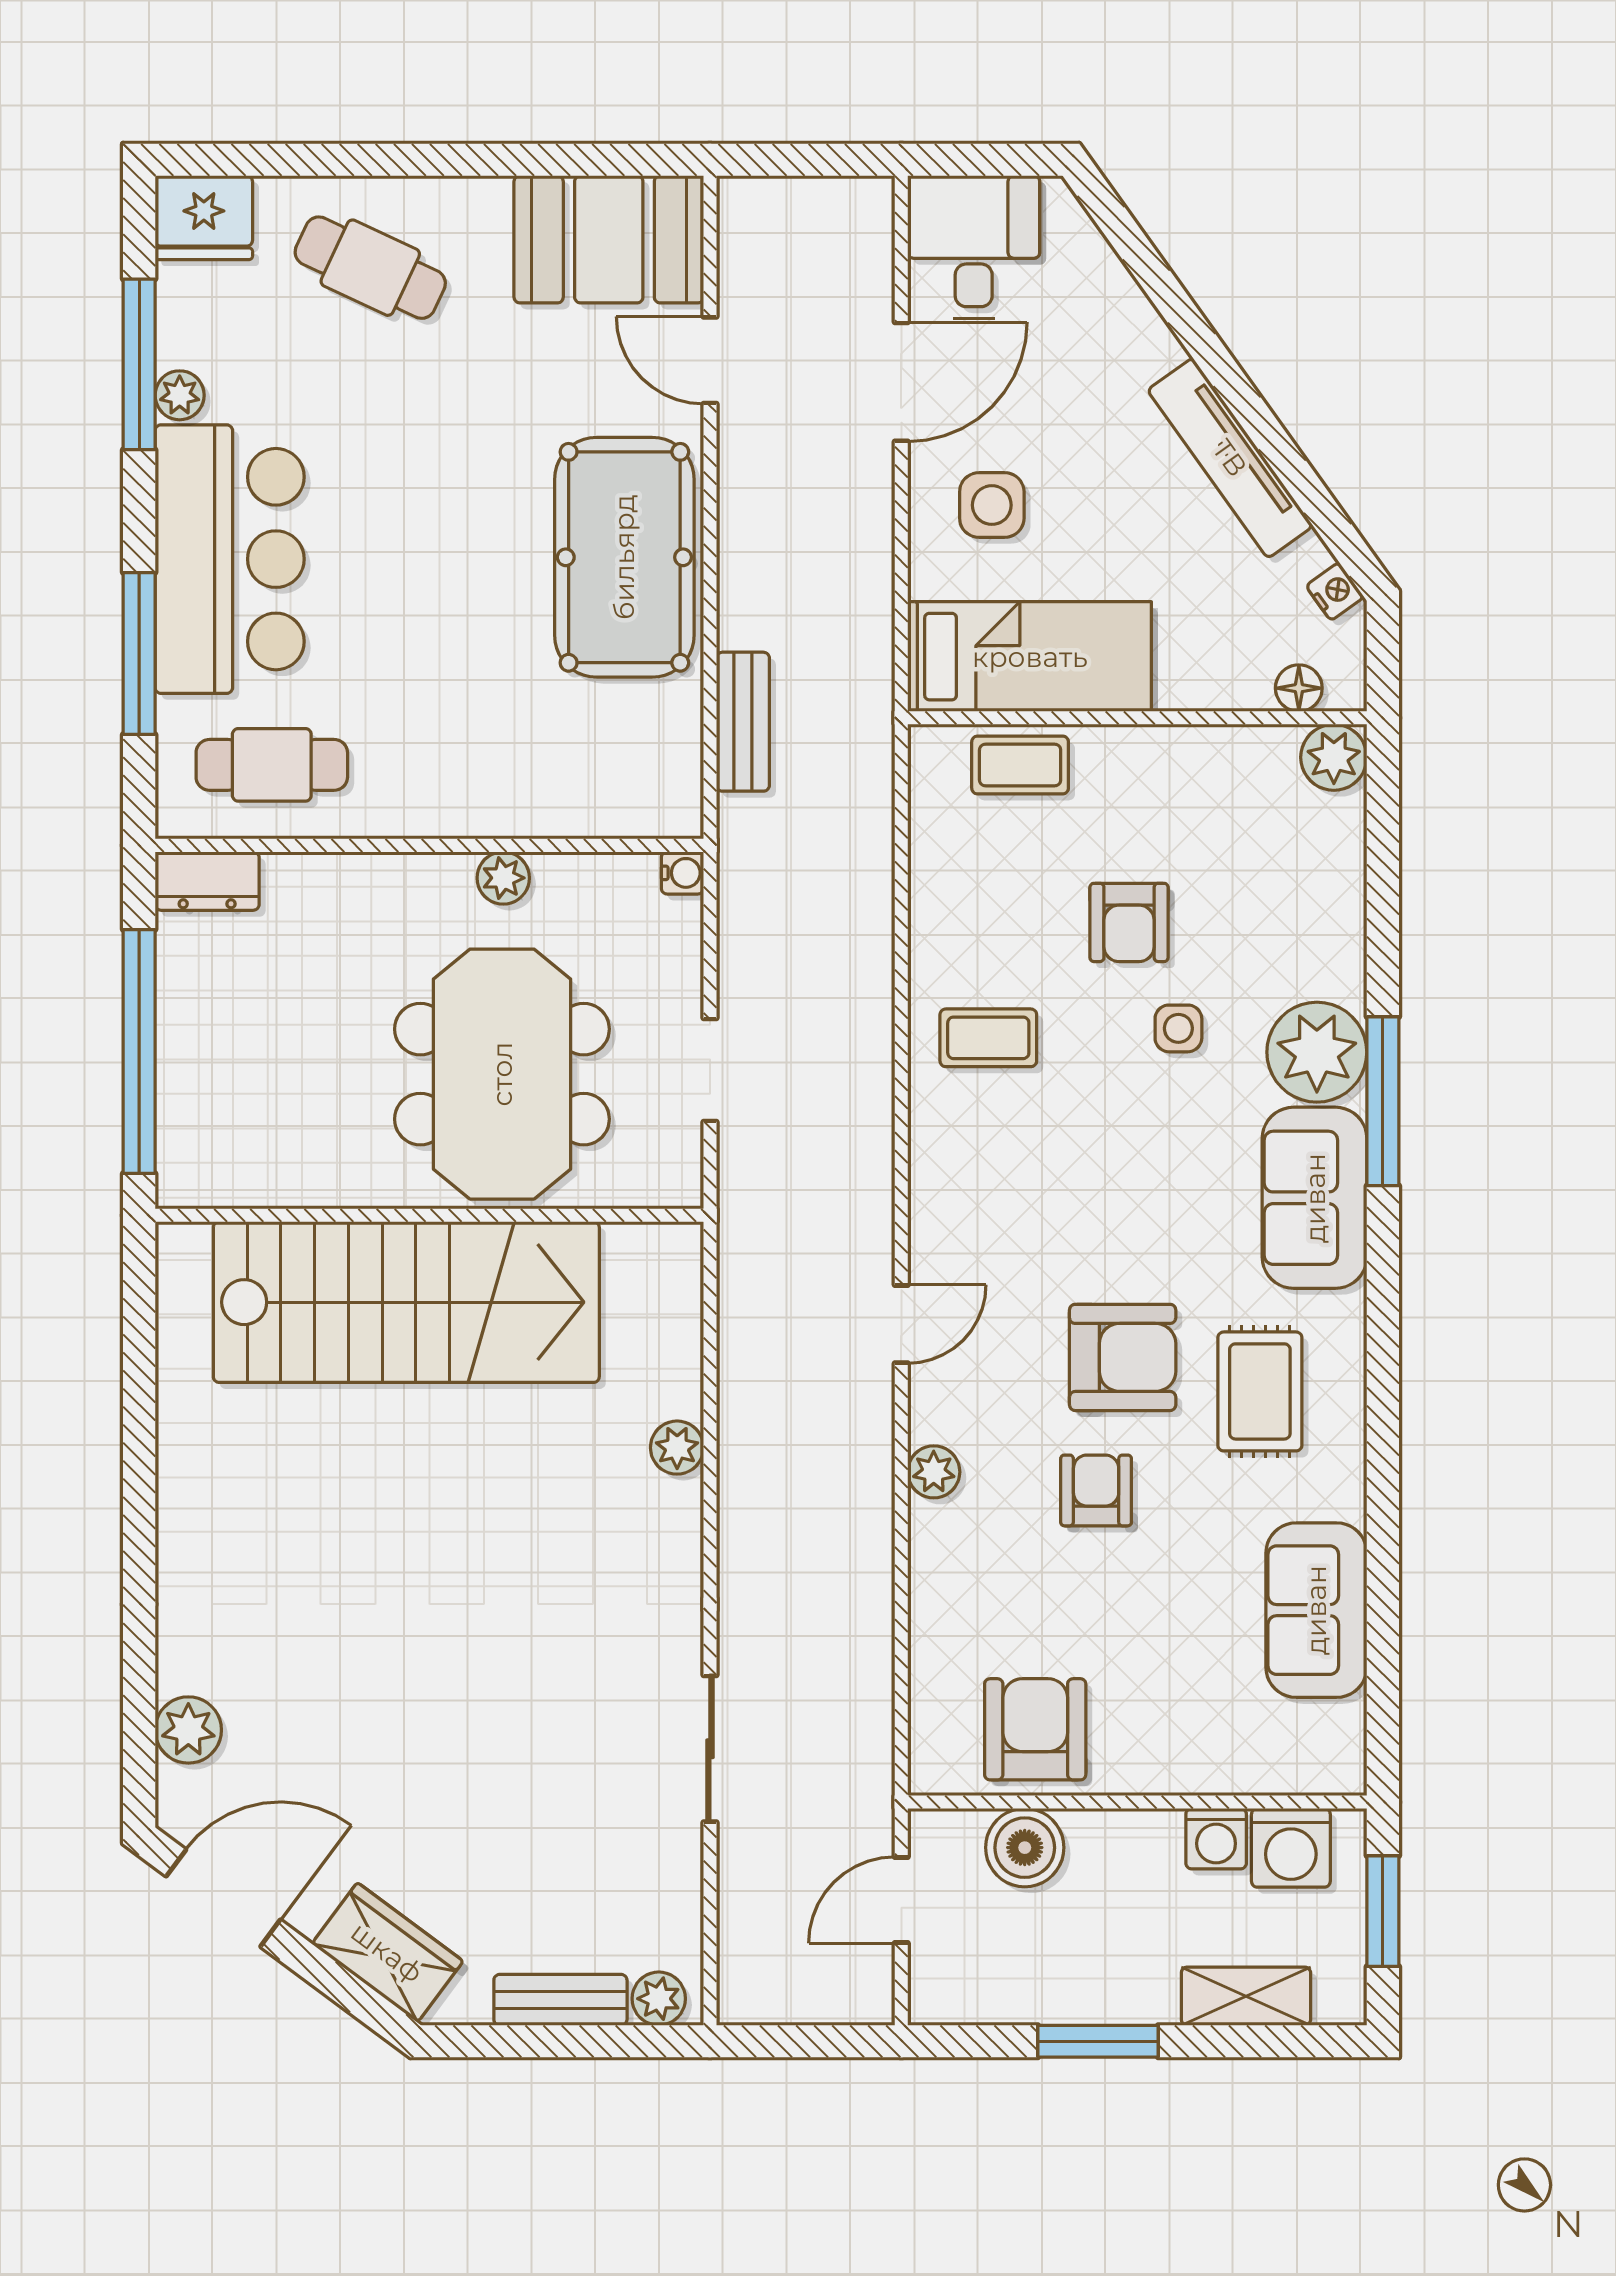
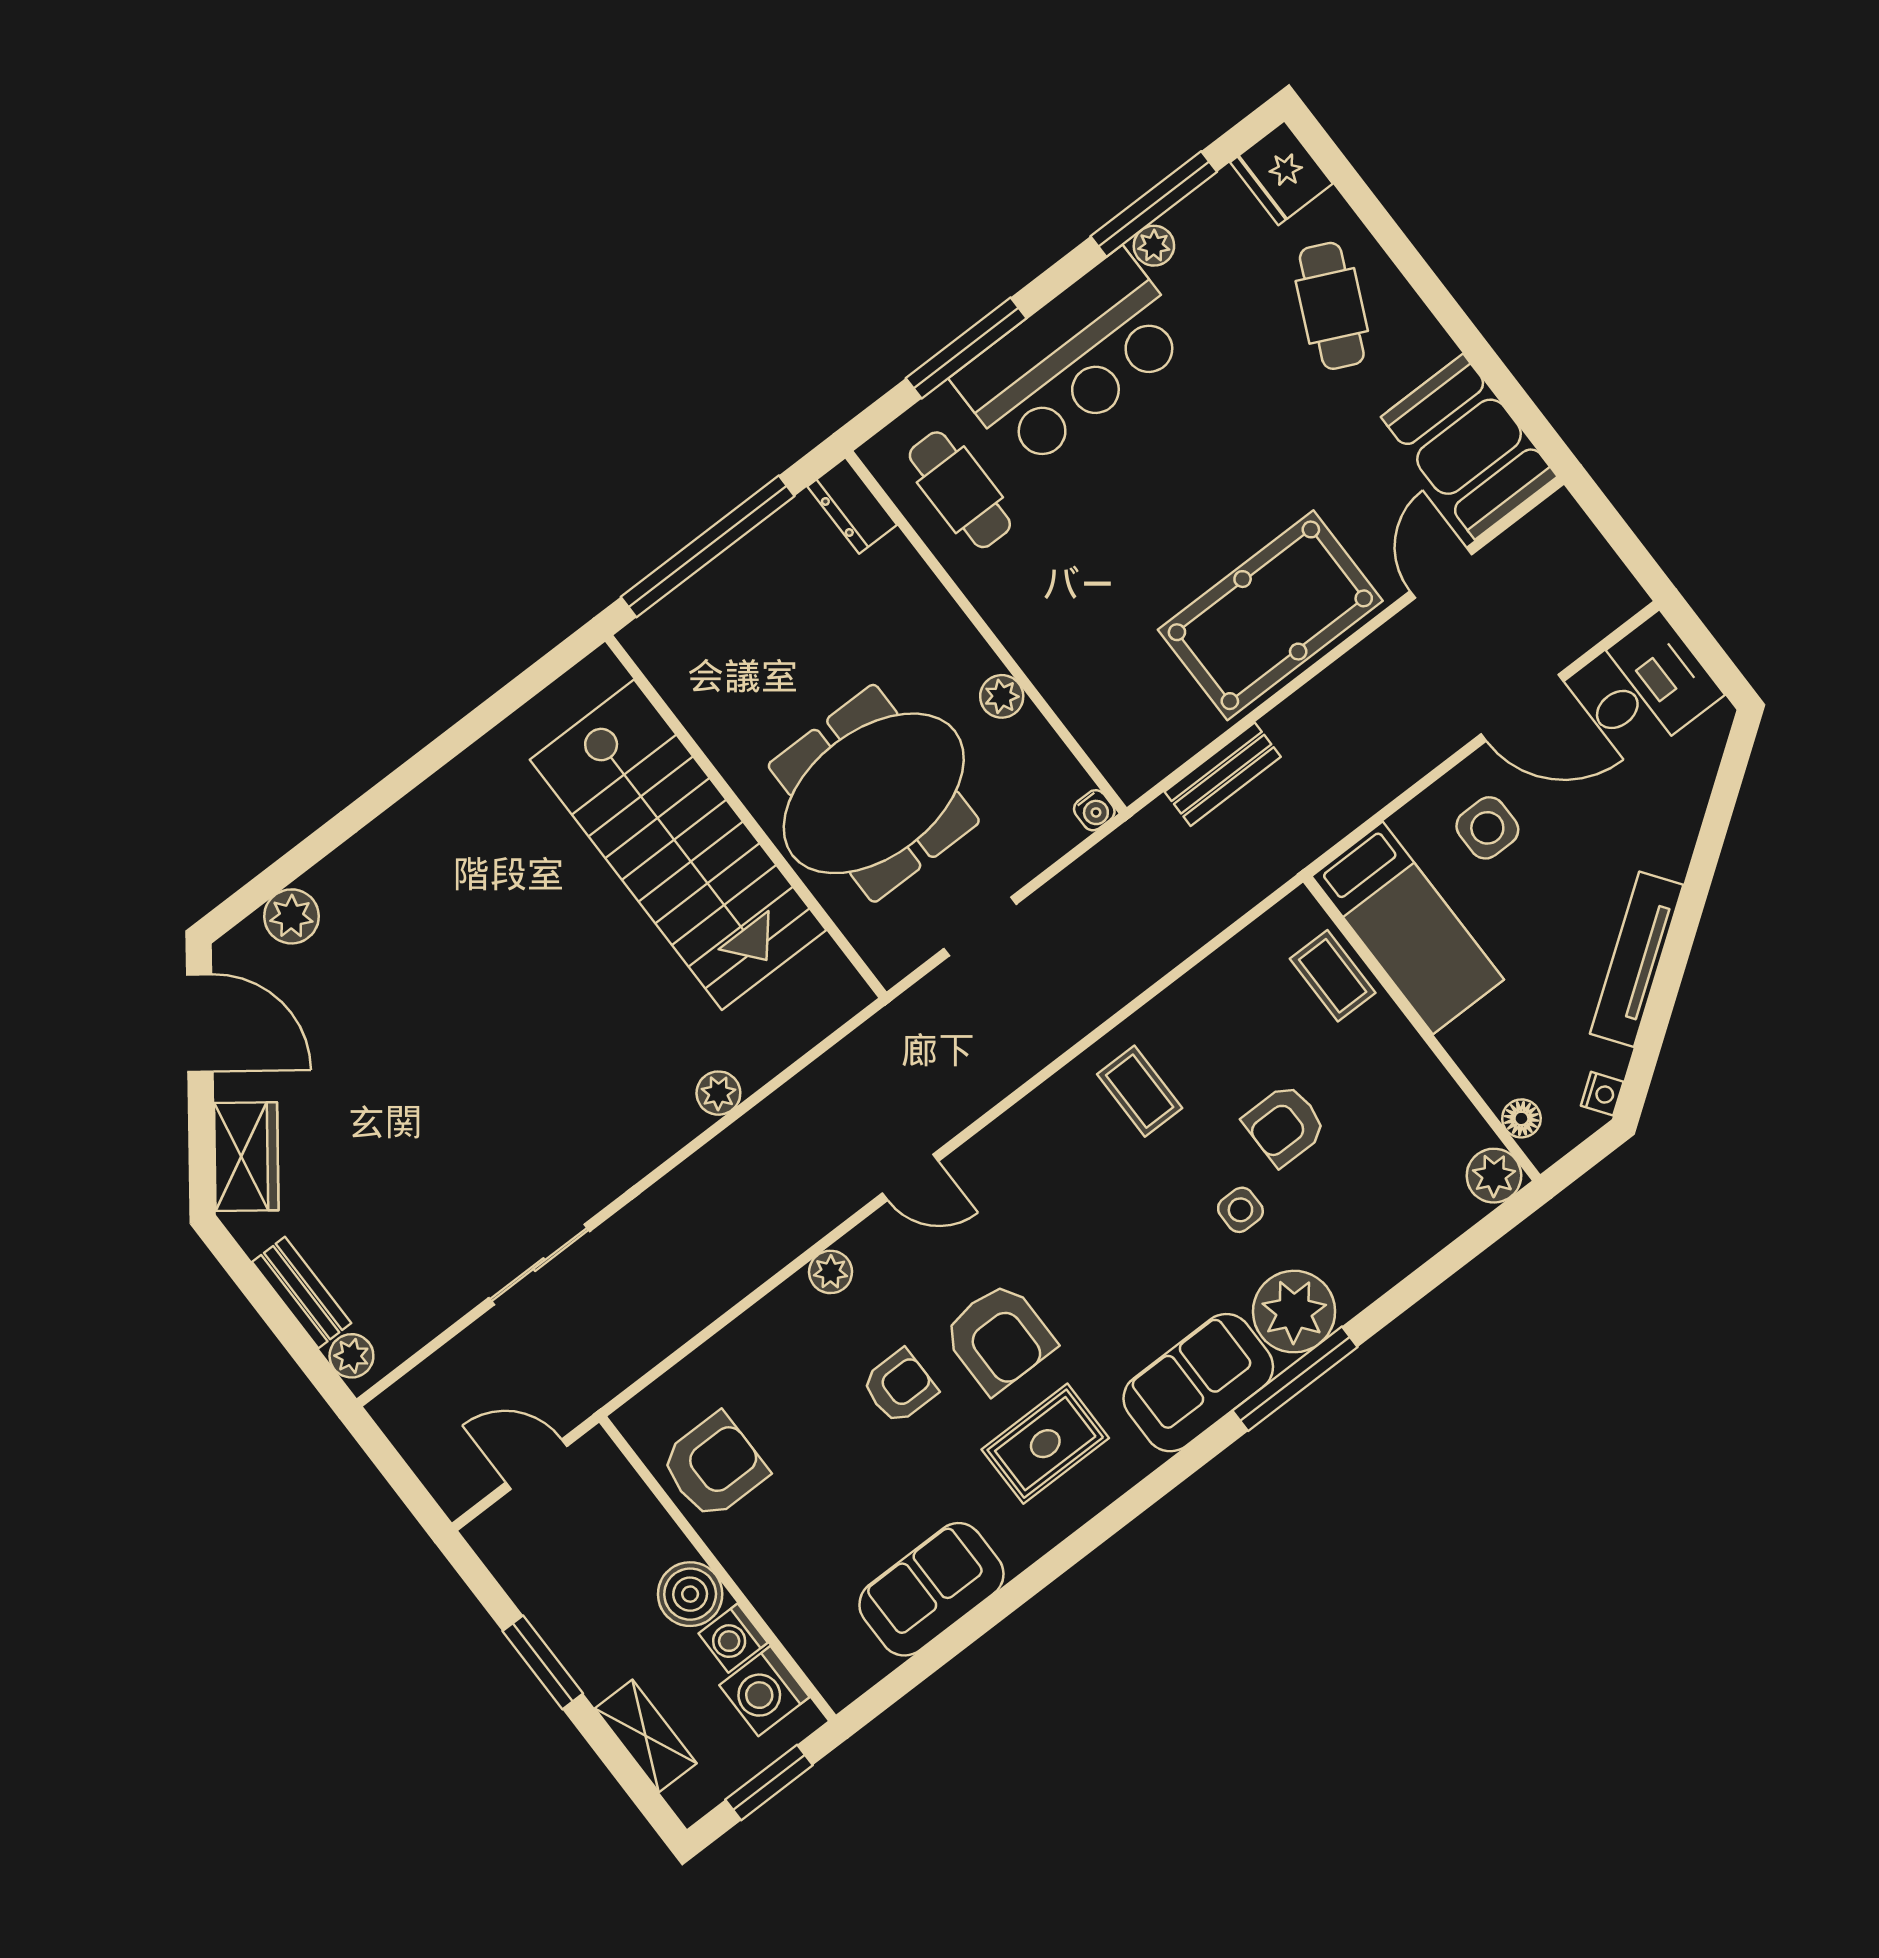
boiler: (1025, 1848) -> (690, 1594), moved

